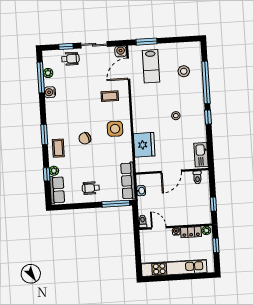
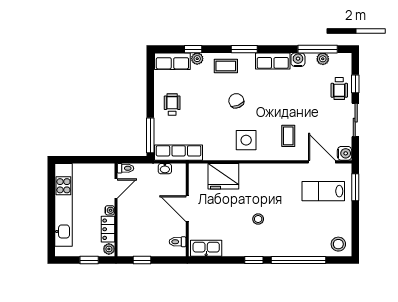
stool: (184, 71) -> (338, 244), moved
row of seats: (52, 112) -> (273, 61), added

